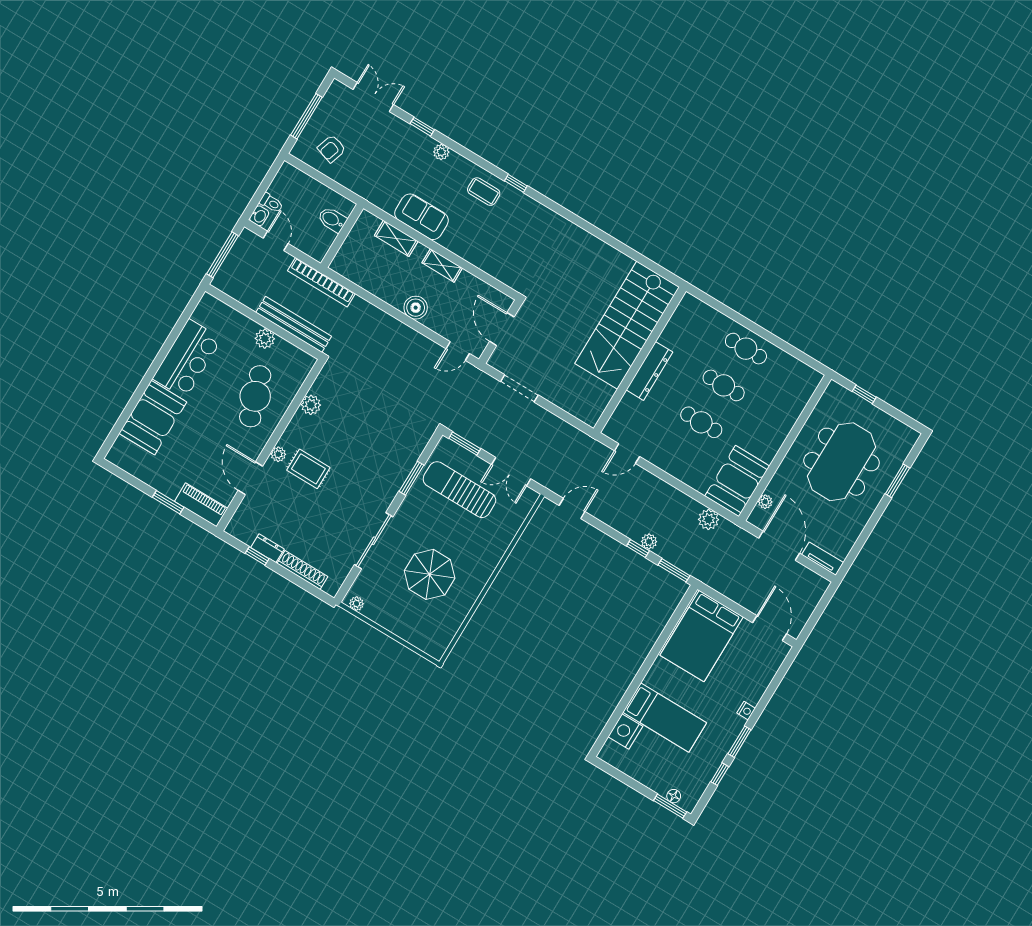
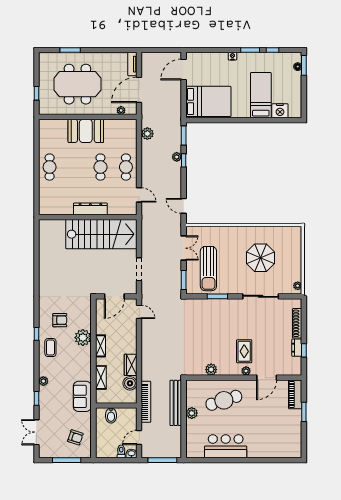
sofa: (422, 217) -> (82, 396), moved
armchair: (515, 229) -> (60, 320), added
plant: (470, 247) -> (83, 338), added
wardrobe: (388, 292) -> (131, 365), added
boiler: (416, 308) -> (130, 383), moved
stairs: (627, 325) -> (101, 234), moved
cafe table: (724, 385) -> (126, 167), moved
booth: (153, 418) -> (266, 446), removed
booth: (737, 481) -> (86, 131), moved

